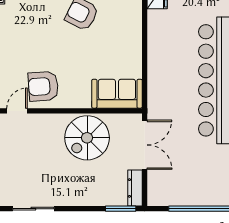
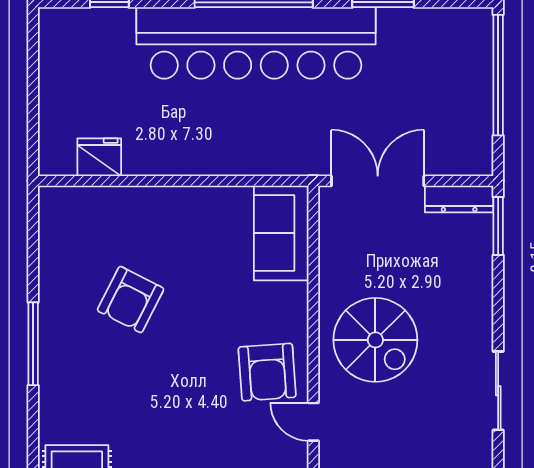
spiral stairs: (87, 138) -> (375, 340), moved

